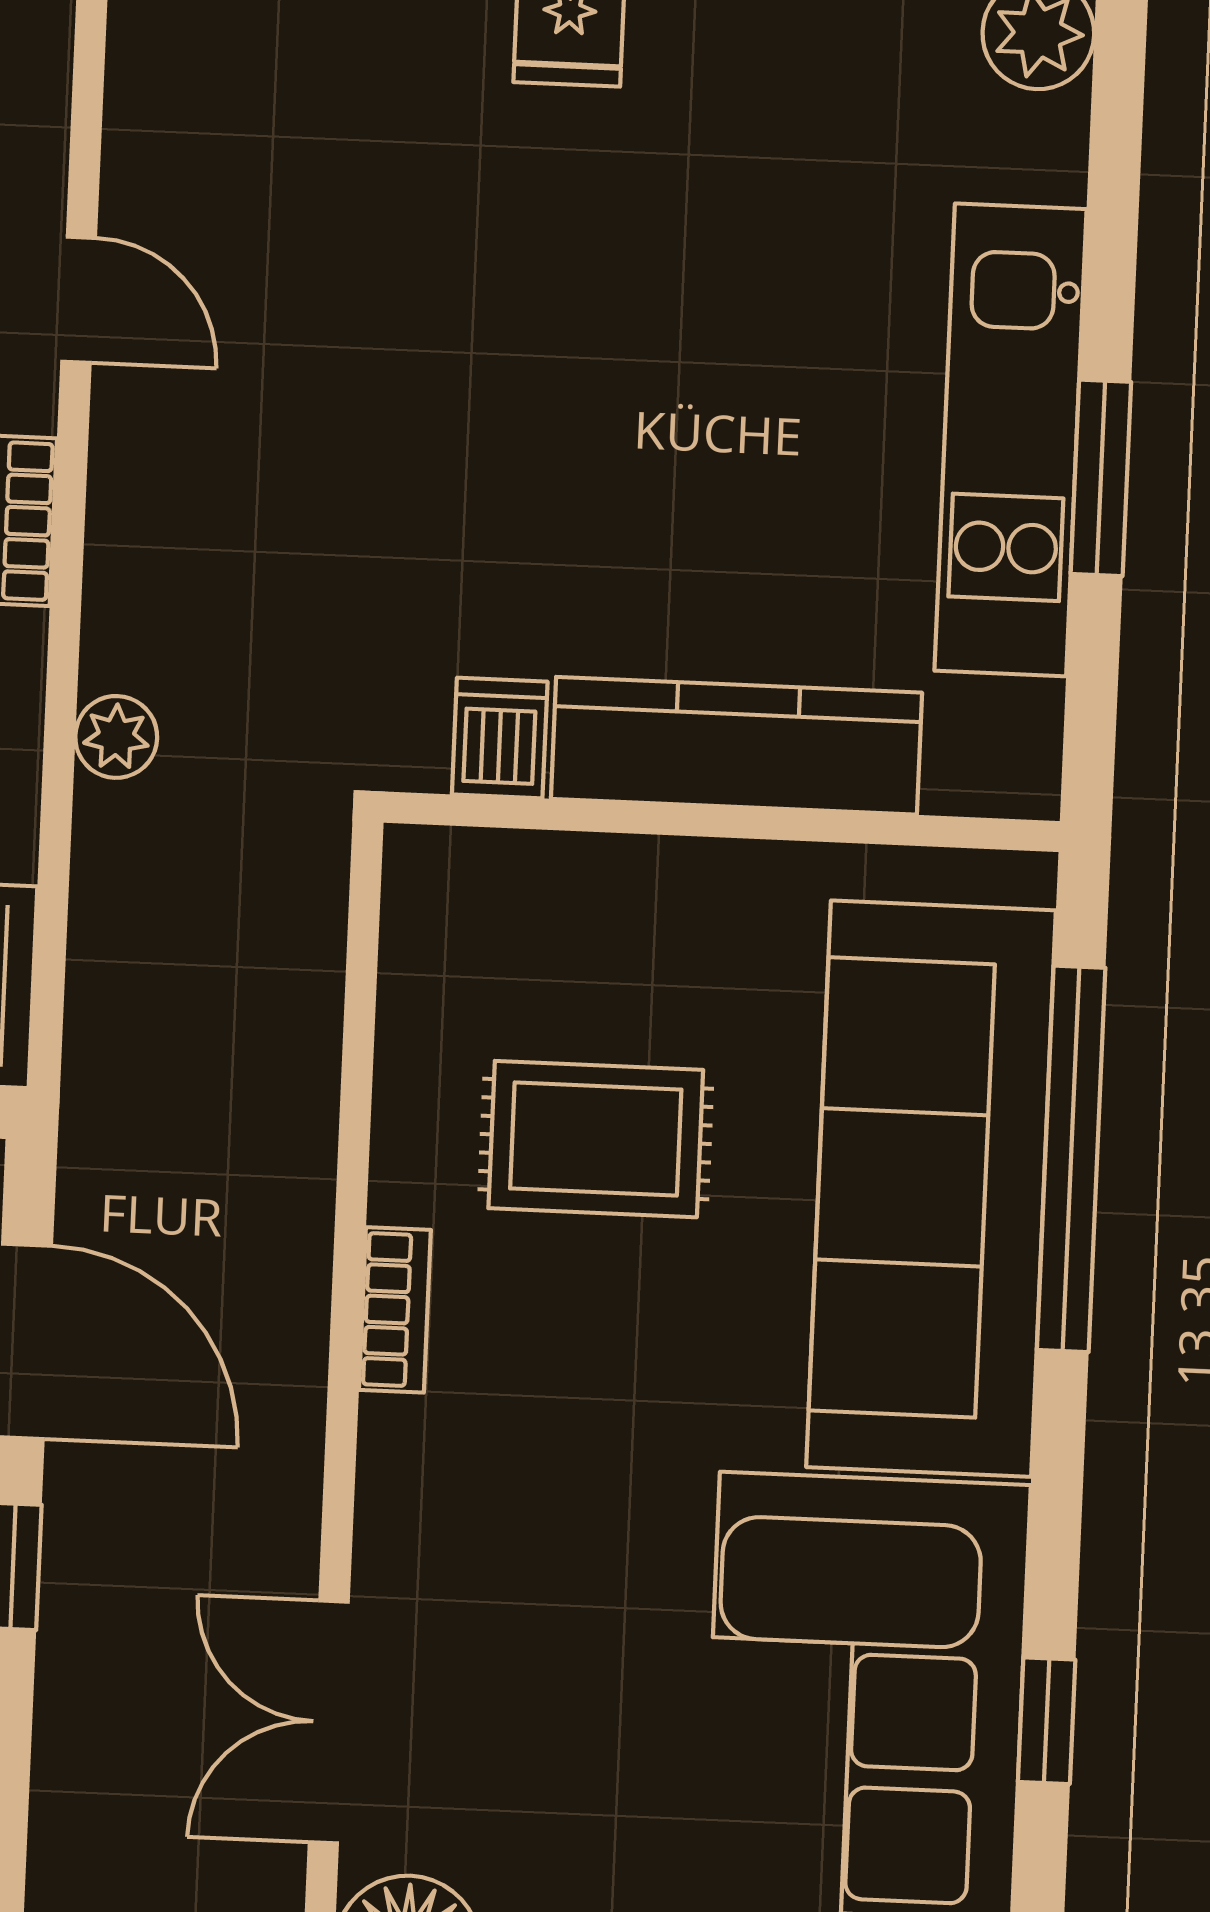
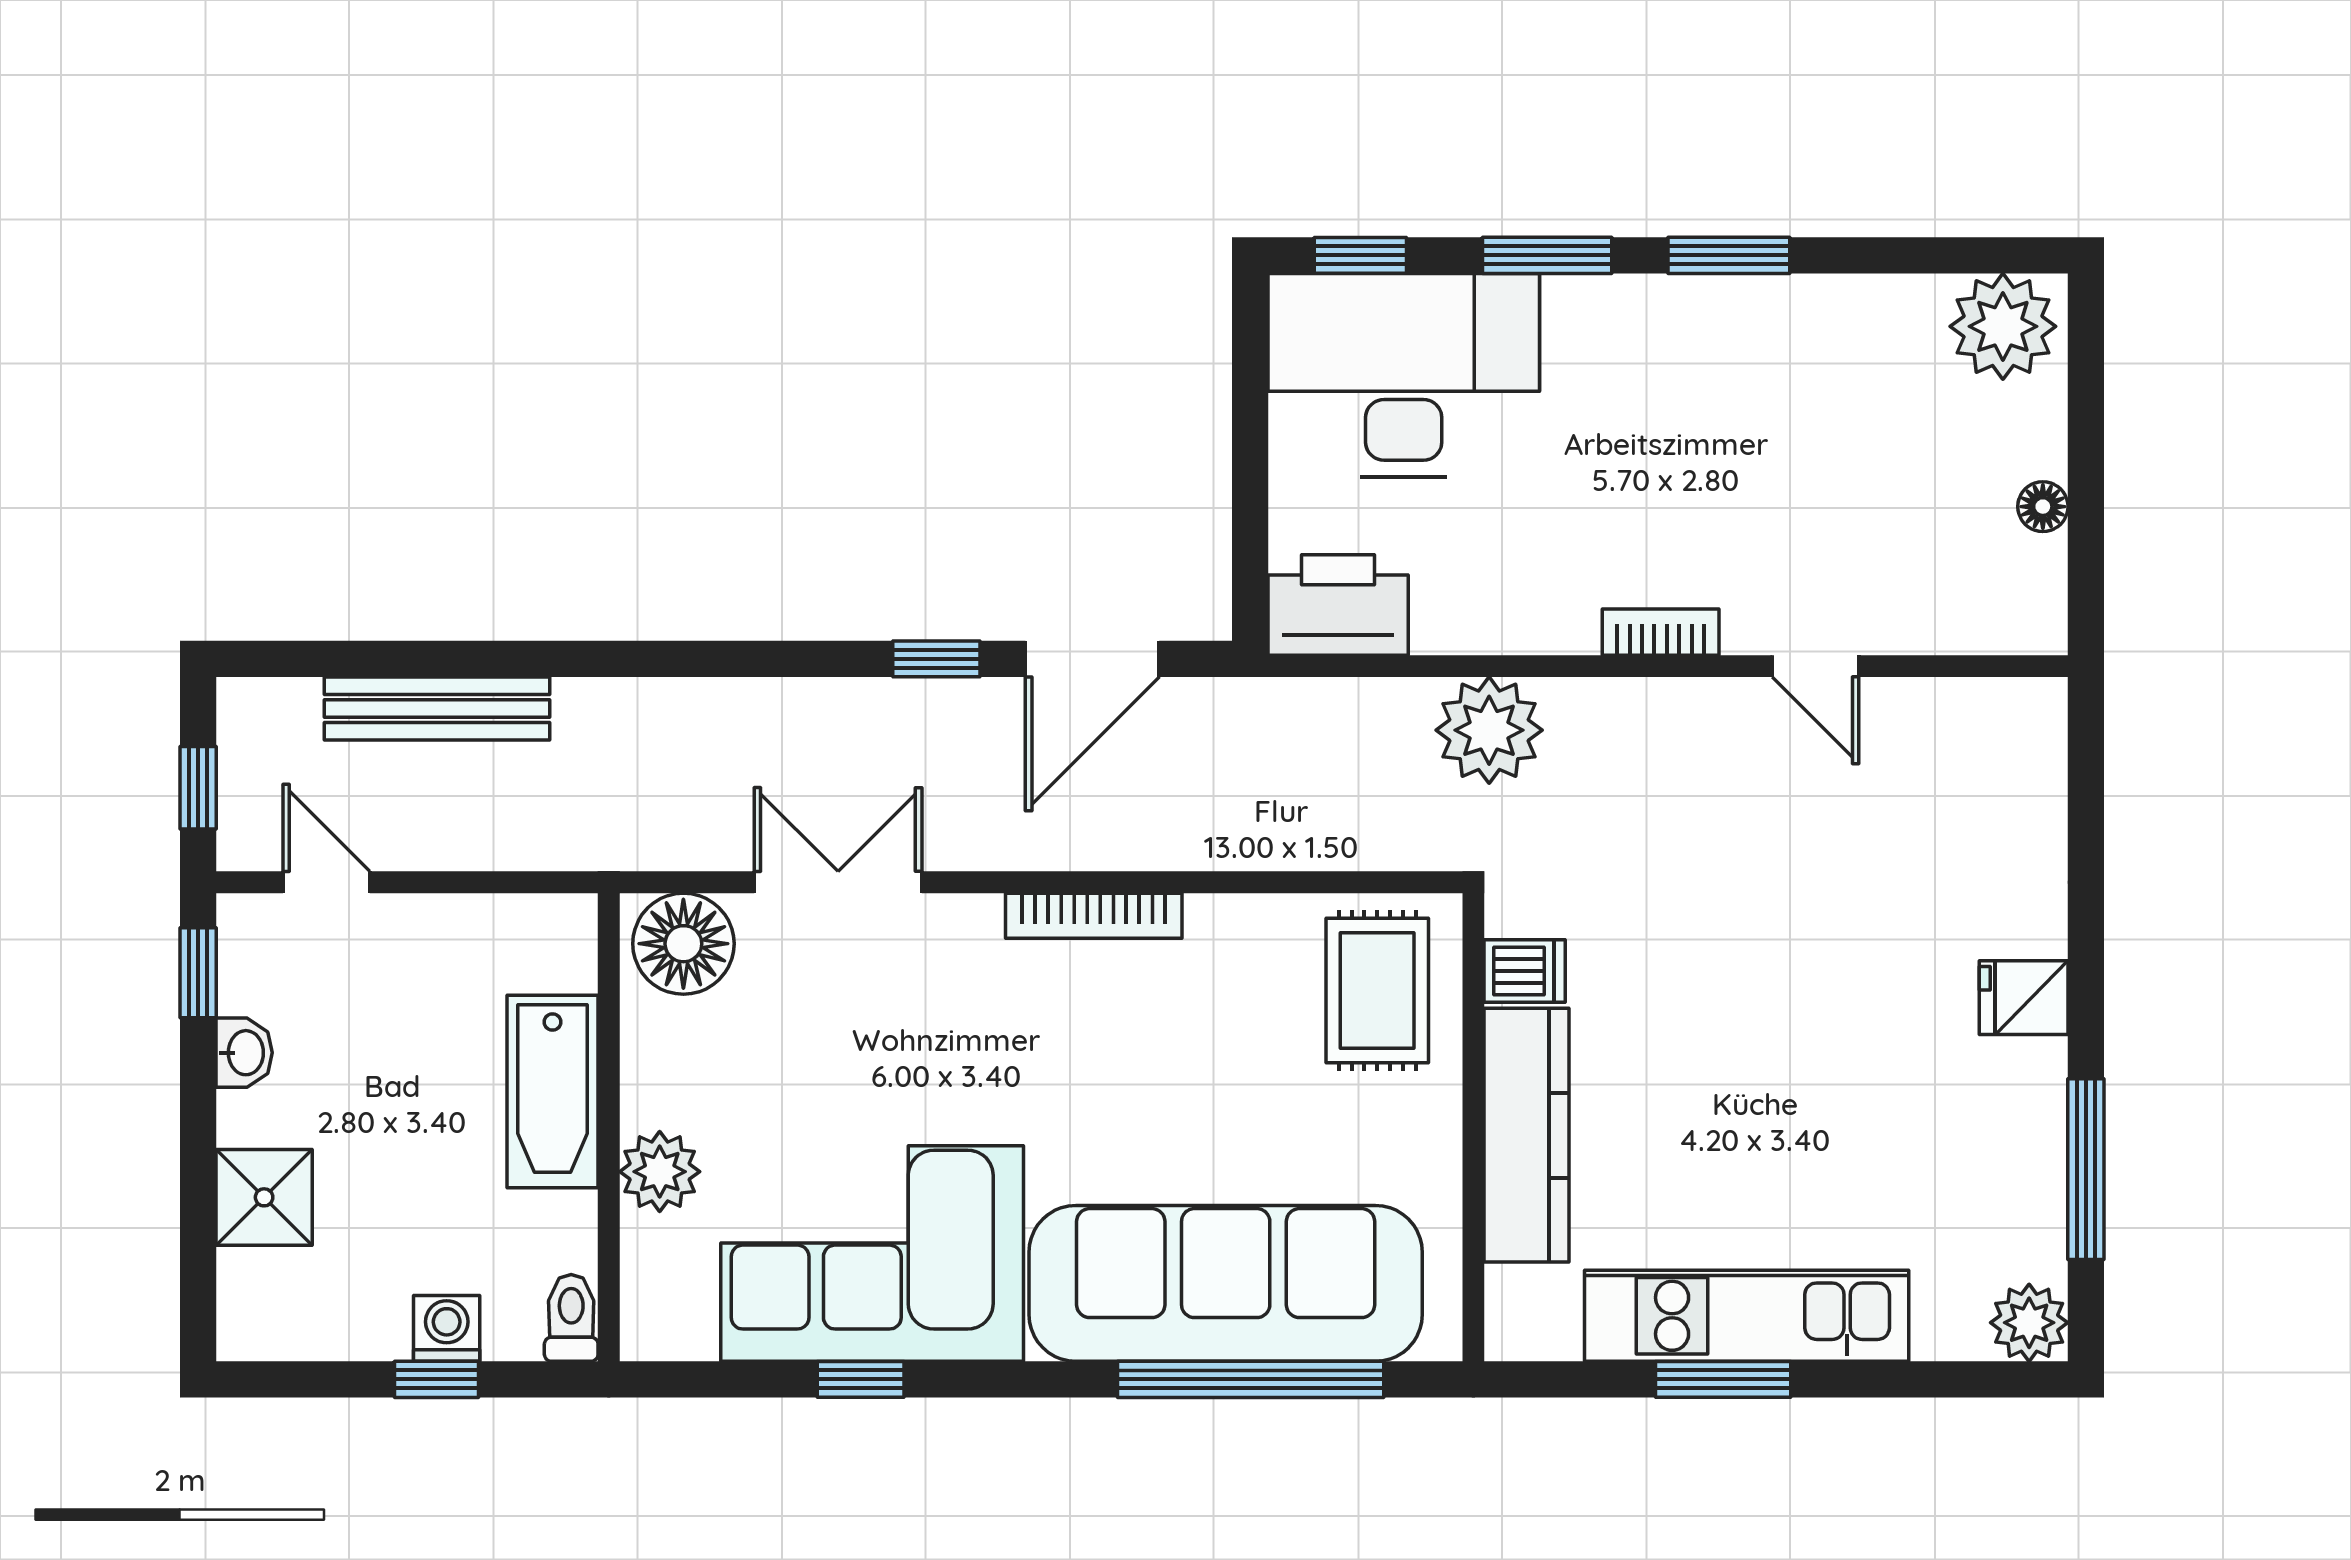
door: (79, 300) -> (1815, 666), hinge flipped
plant: (116, 737) -> (1489, 730), width x1.88, depth x1.88
rug: (596, 1139) -> (1377, 991), moved
bookcase: (395, 1310) -> (1094, 916), width x1.56

